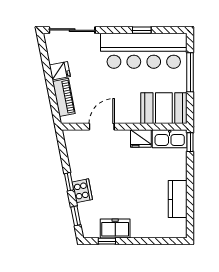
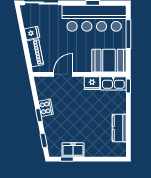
cooker: (82, 191) -> (46, 108), moved

